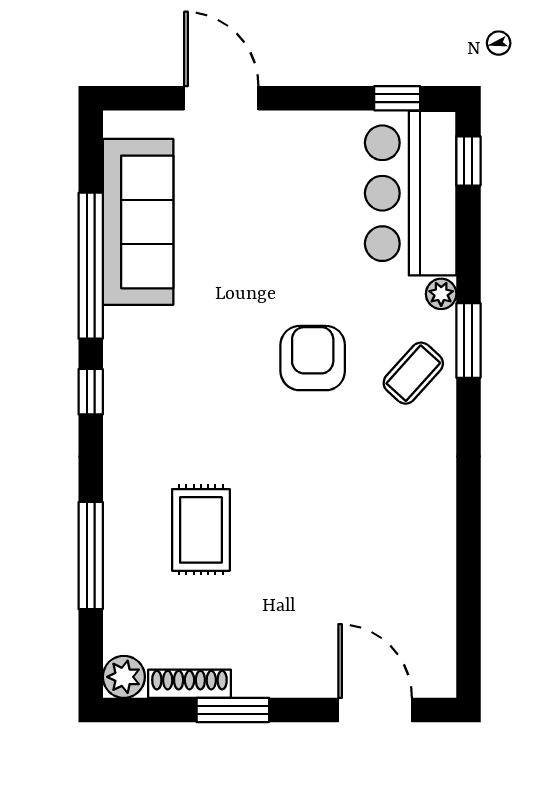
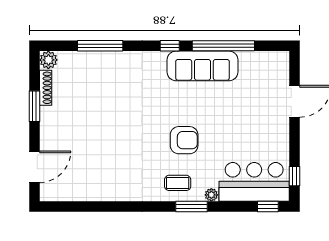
sofa: (138, 222) -> (202, 66), moved
coffee table: (413, 373) -> (178, 183), turned -42
rug: (201, 530) -> (111, 93), removed

